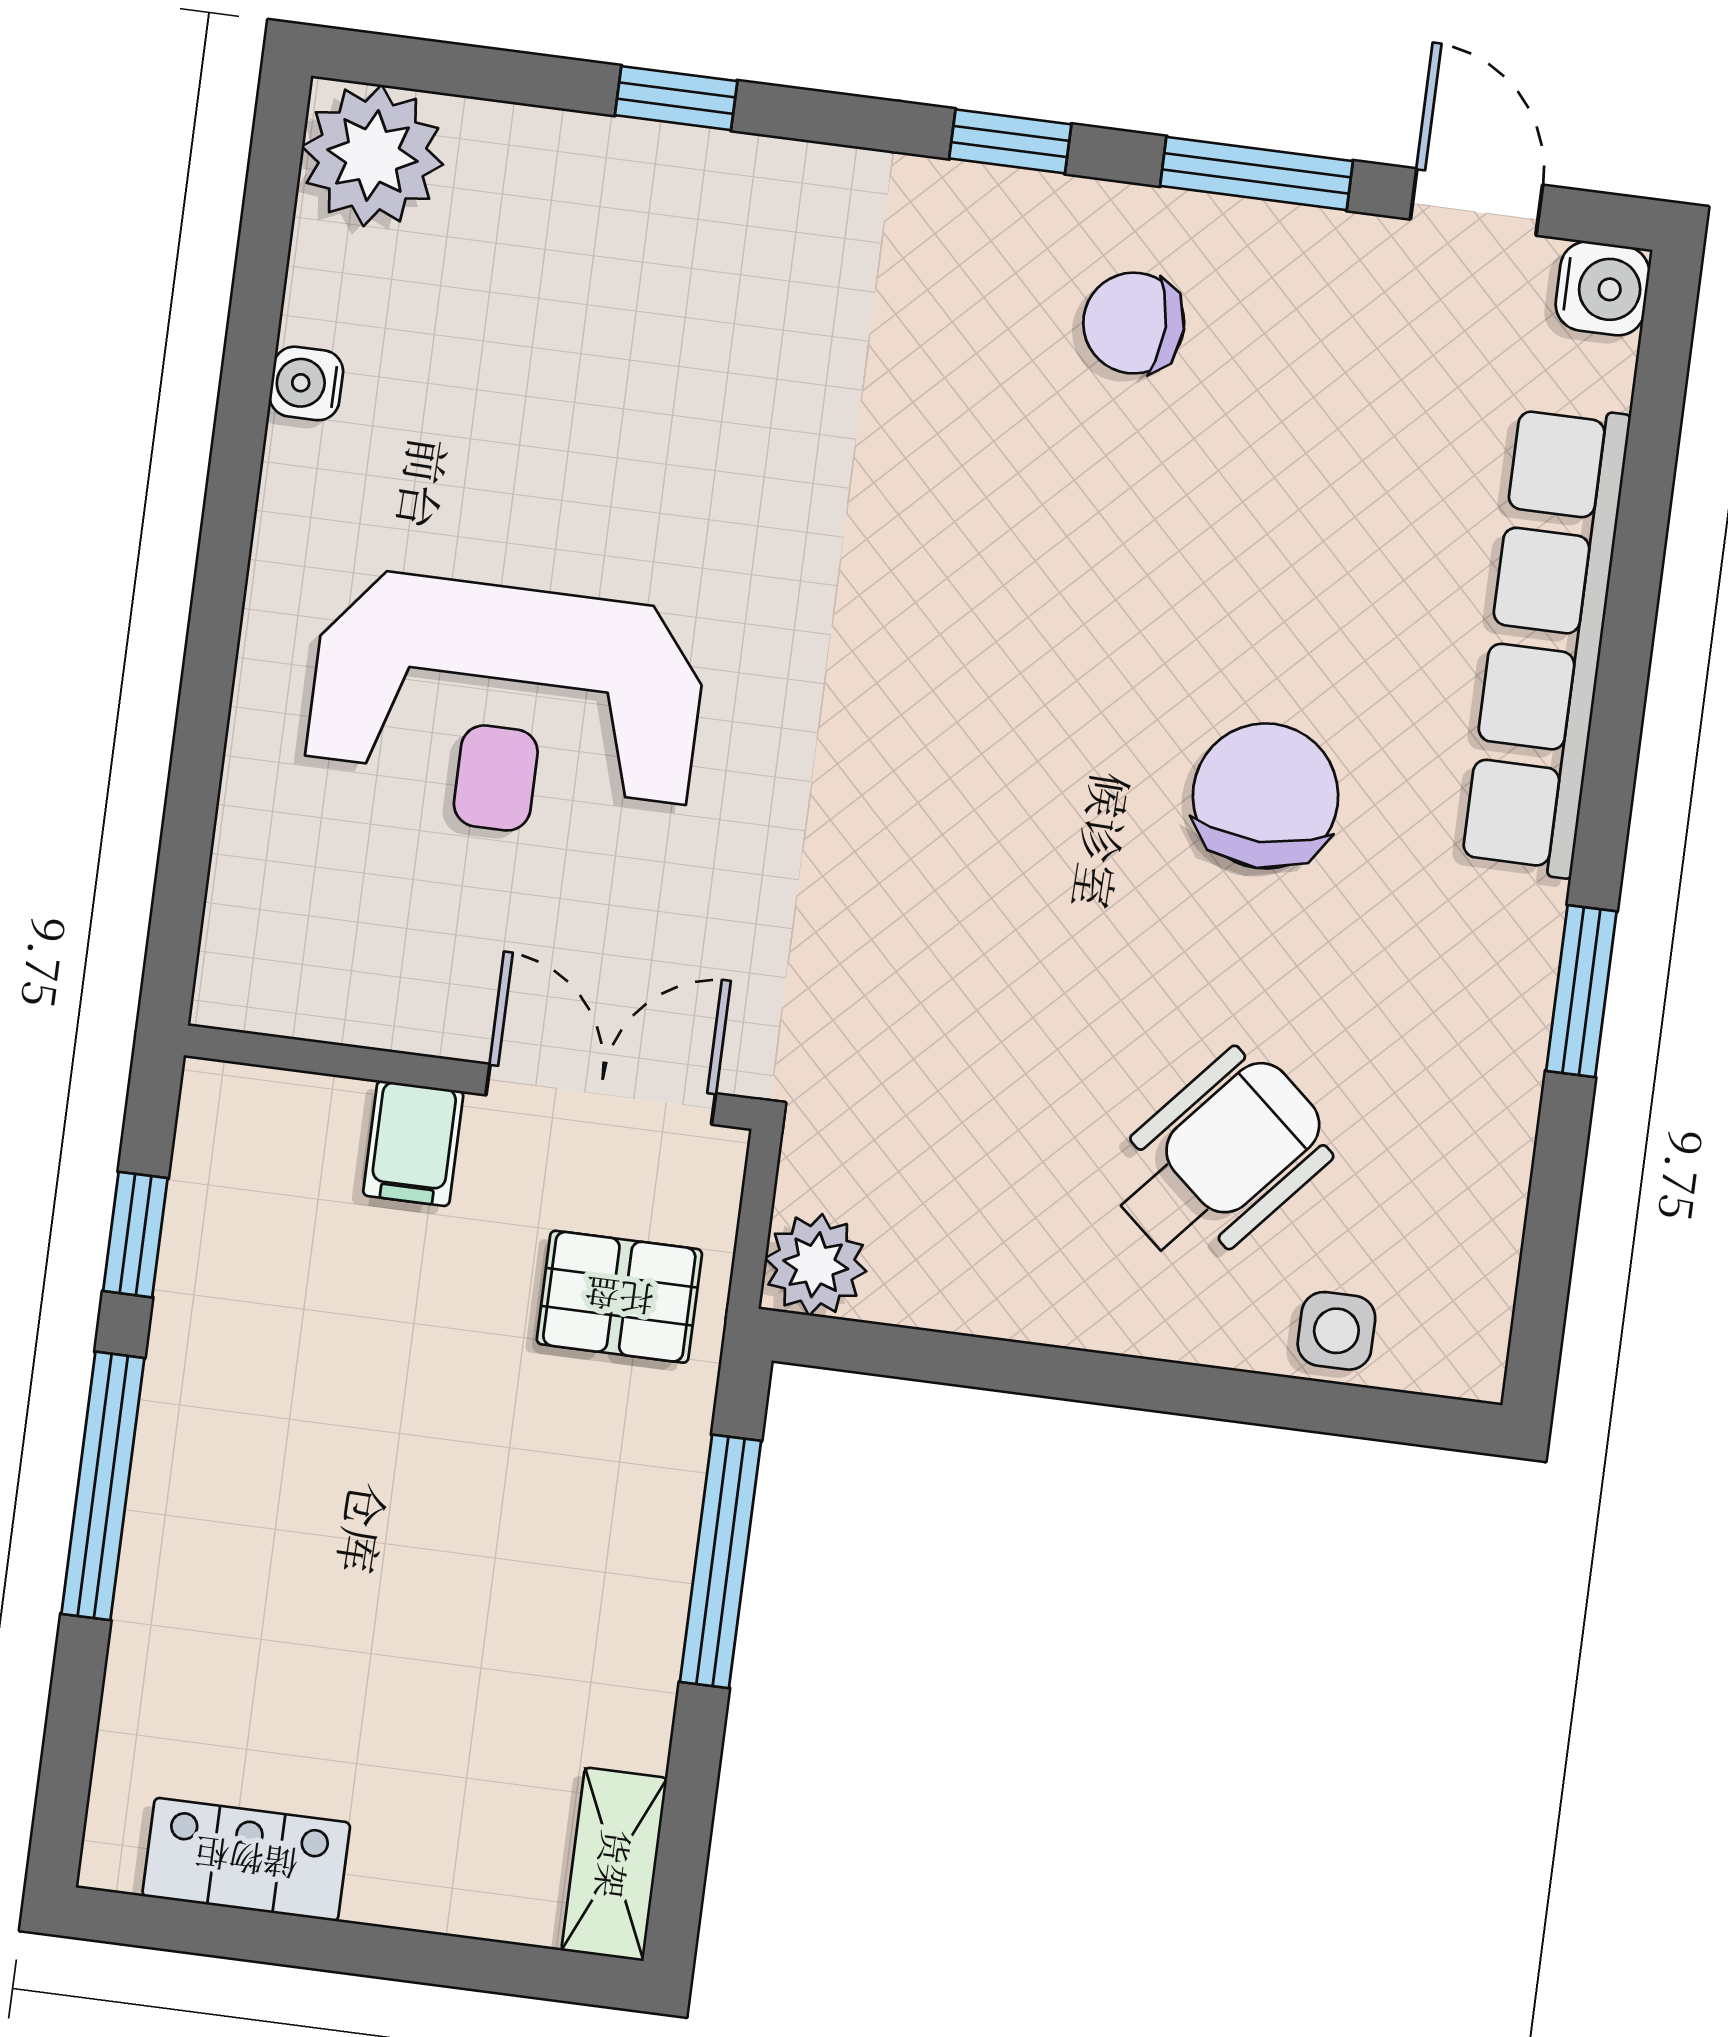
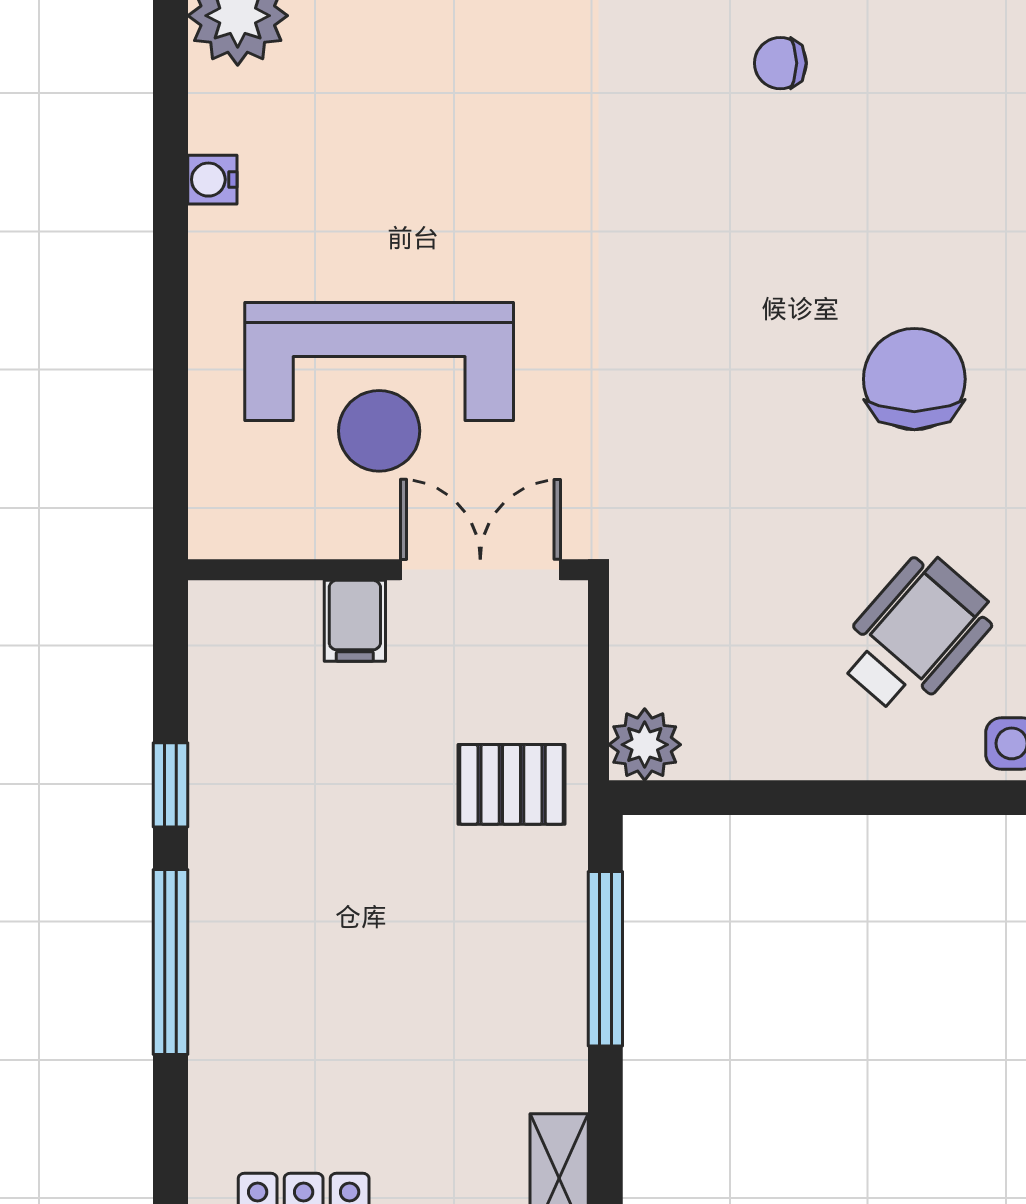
chair: (1134, 323) -> (780, 63), width x0.73, depth x0.73
wall: (470, 1077) -> (388, 570), moved
double door: (601, 1094) -> (480, 570), moved
filing cabinet: (413, 1143) -> (355, 621), moved

